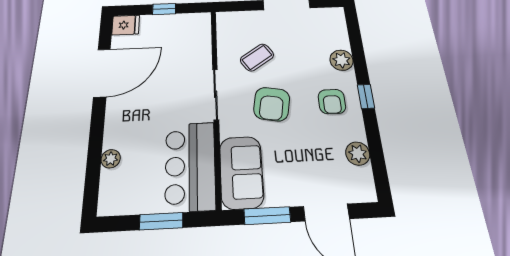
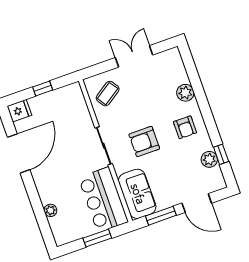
coffee table: (257, 57) -> (108, 94), moved
window: (366, 96) -> (221, 154), moved
armchair: (272, 104) -> (144, 141), turned 80

